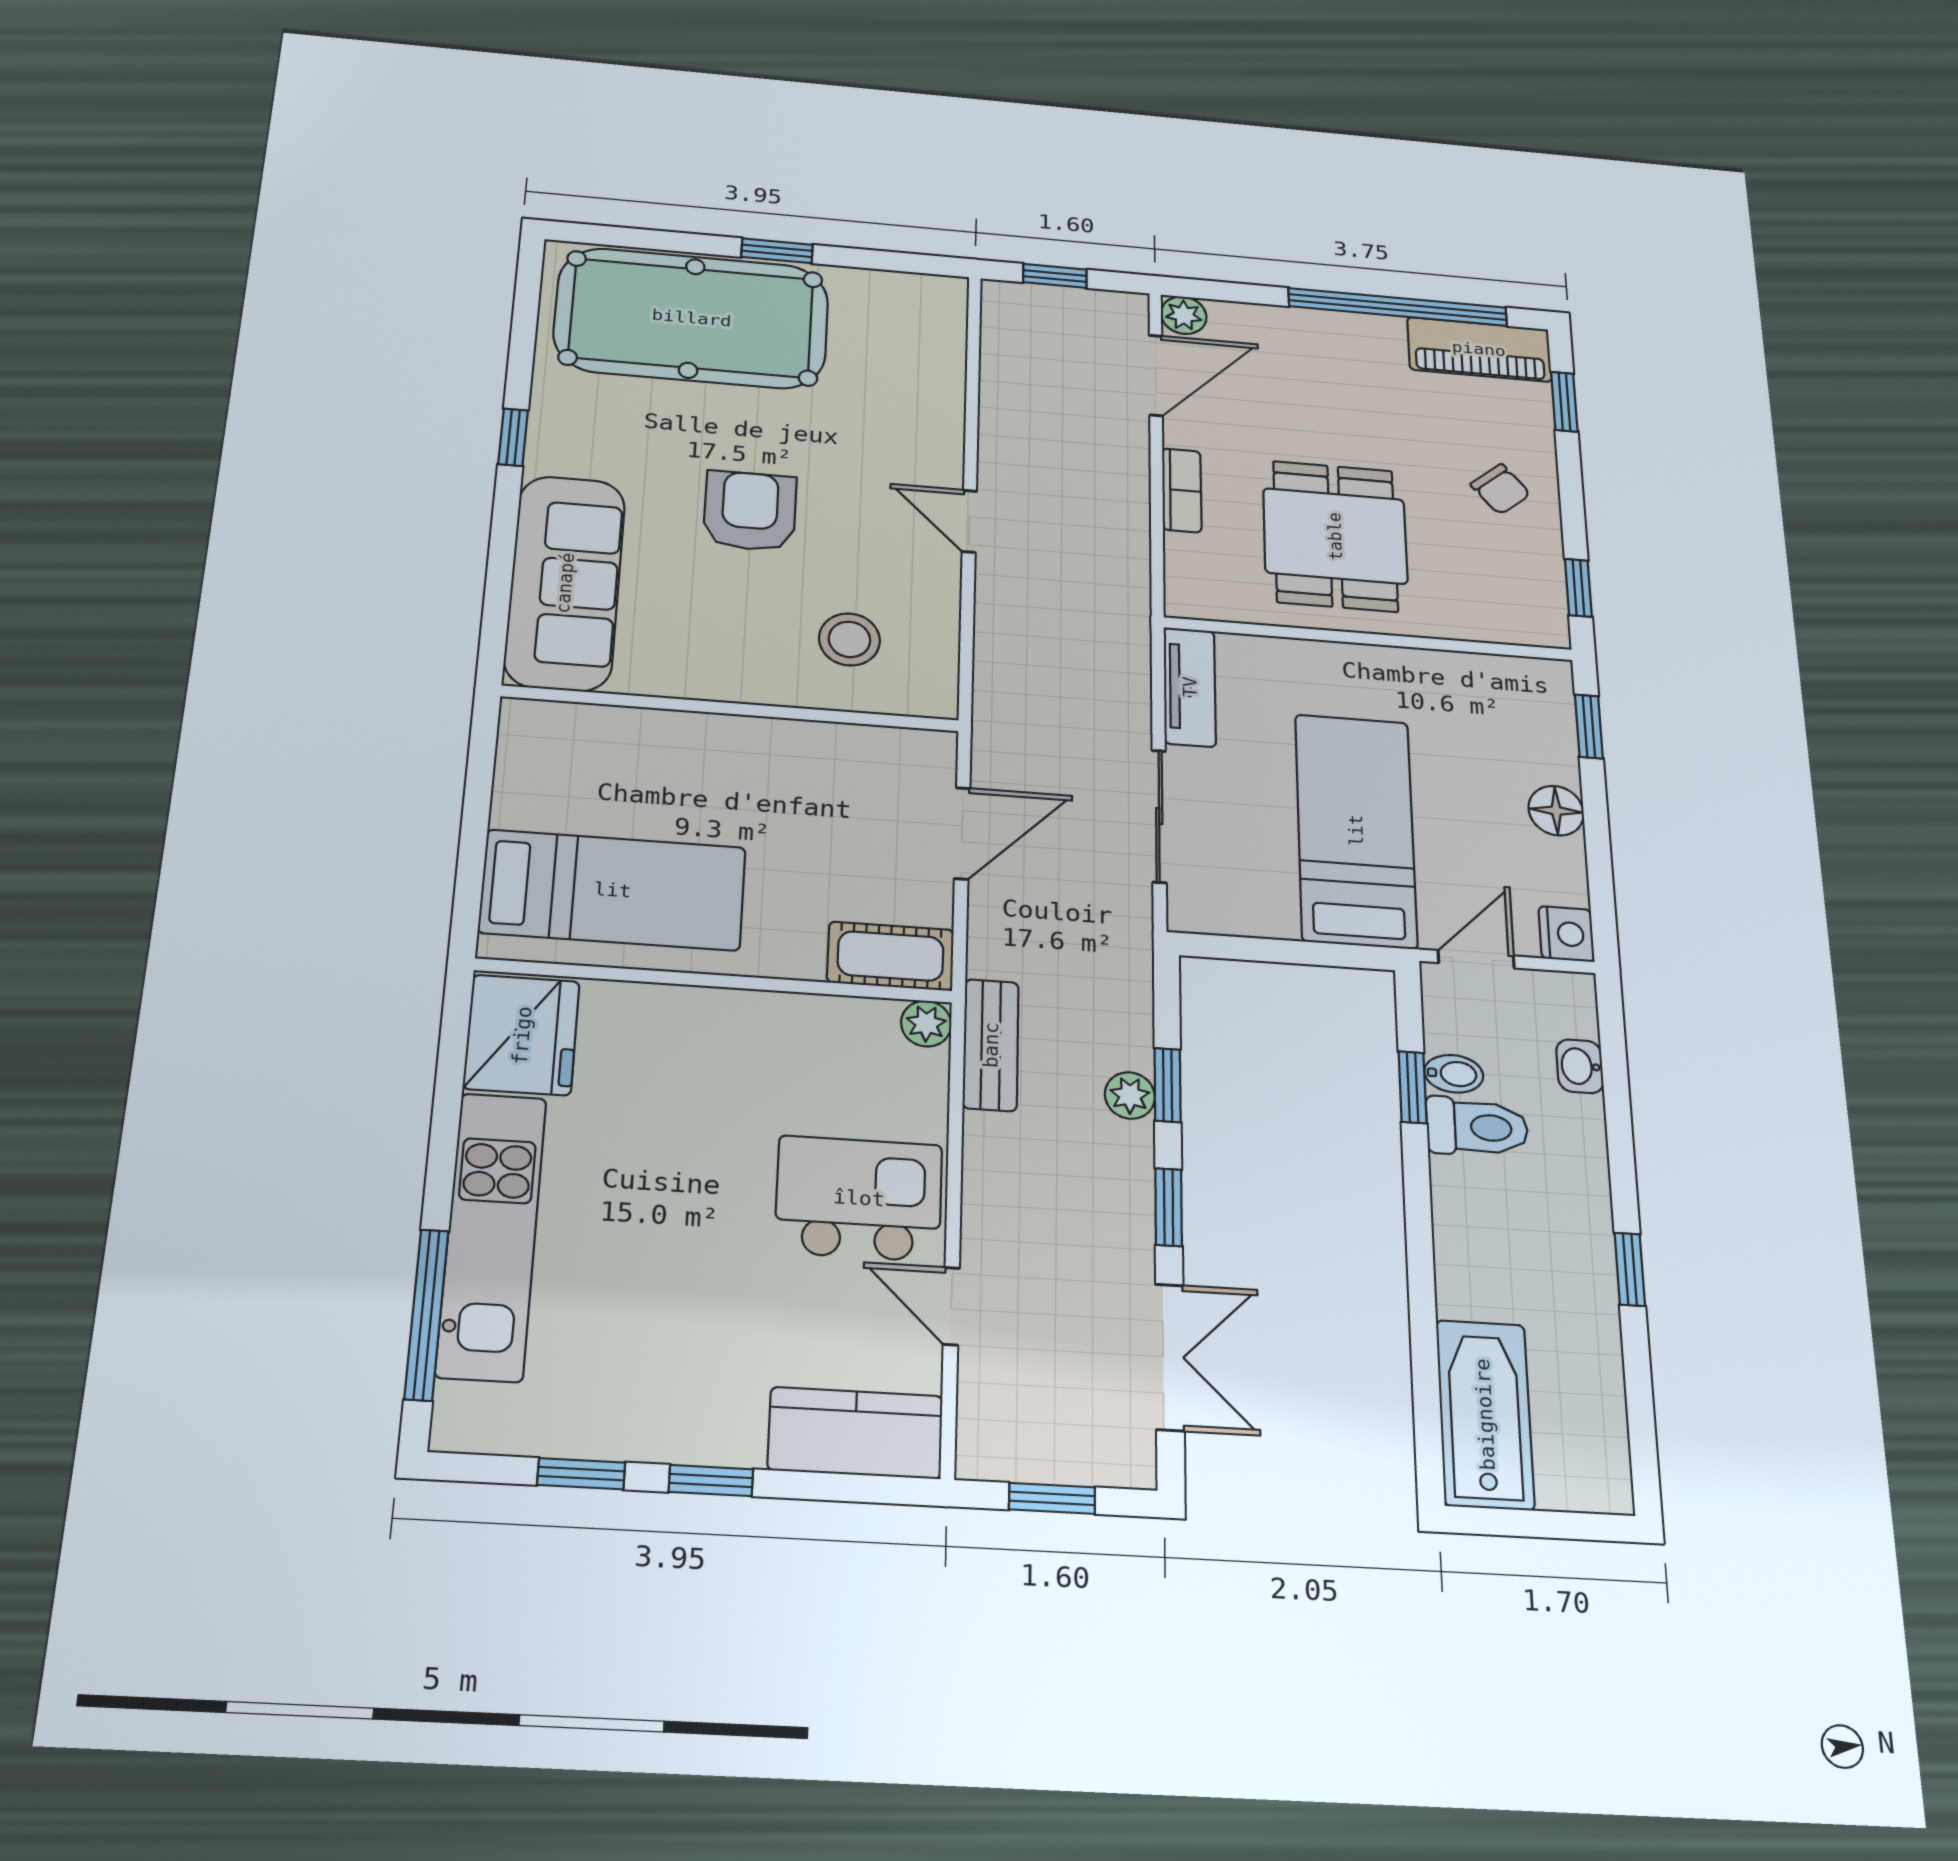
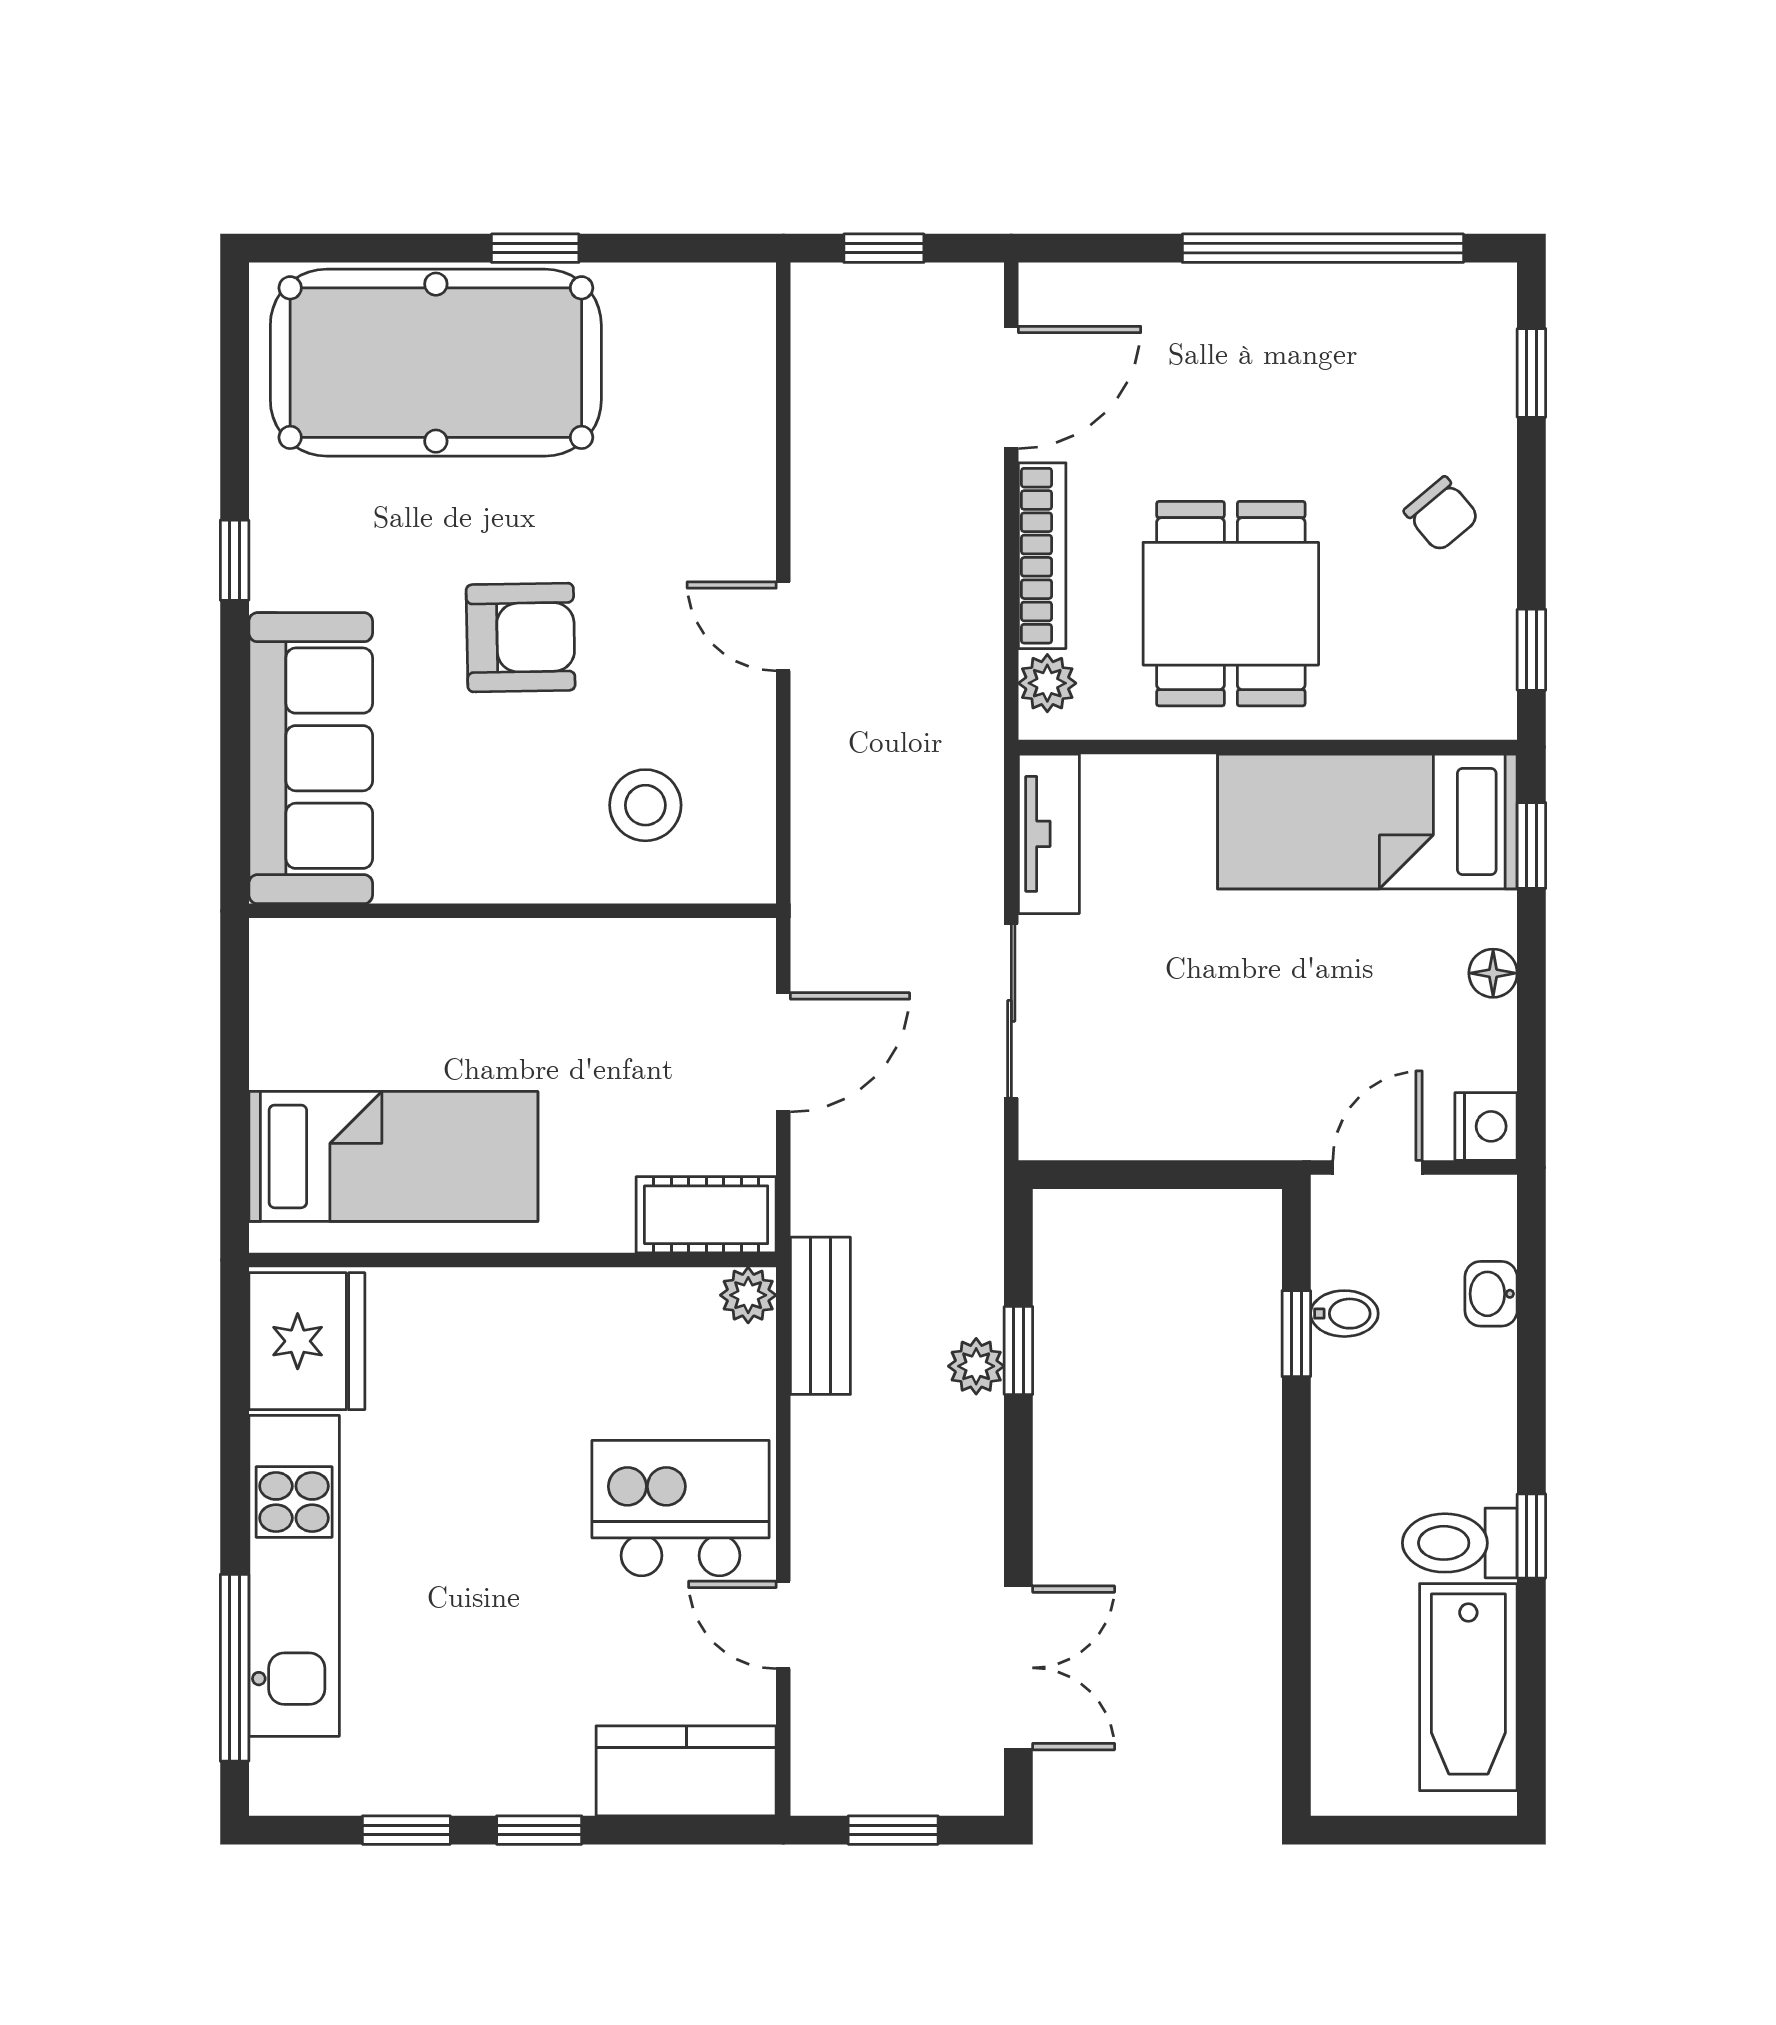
plant: (1184, 315) -> (1047, 683), moved
piano: (1479, 349) -> (1426, 303), removed
bookcase: (1182, 490) -> (1042, 556), width x1.56
armchair: (750, 511) -> (521, 637), turned 89
floor lamp: (1556, 811) -> (1493, 973), width x0.73, depth x0.73
bed: (1356, 830) -> (1367, 822), moved, turned -90
toilet: (1477, 1127) -> (1460, 1543), moved, turned 180
window: (1169, 1207) -> (1018, 1496), removed
bathtub: (1485, 1414) -> (1468, 1687), moved, turned 180

